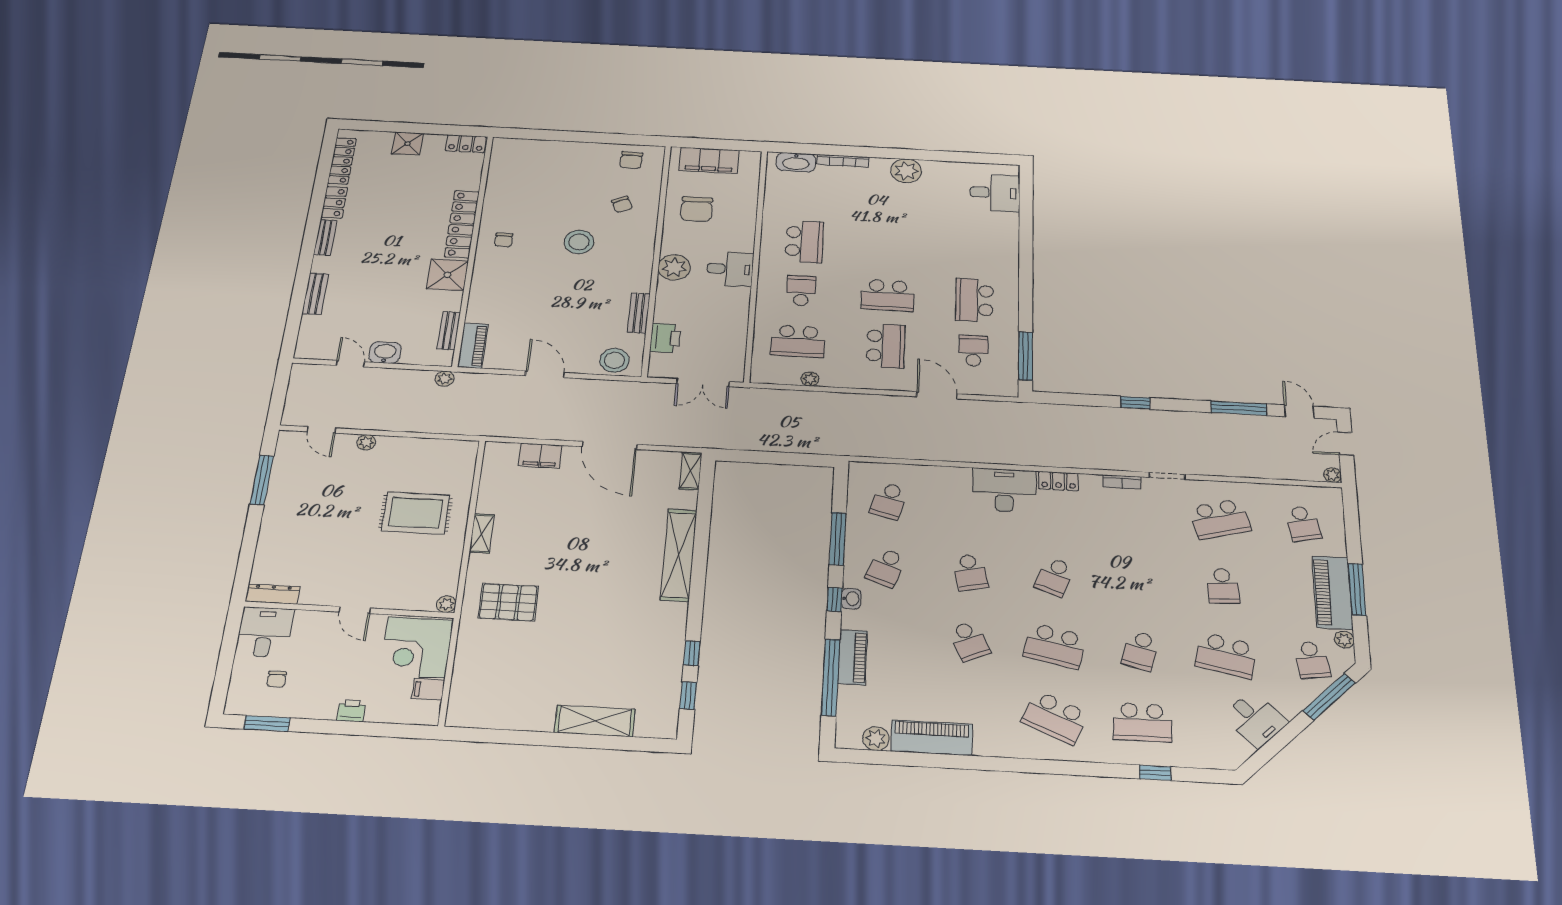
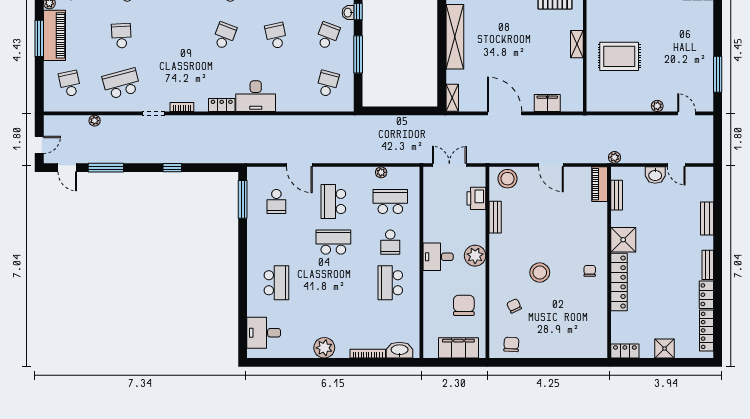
school desk: (974, 300) -> (276, 283), moved
plant: (1333, 475) -> (95, 121), moved

